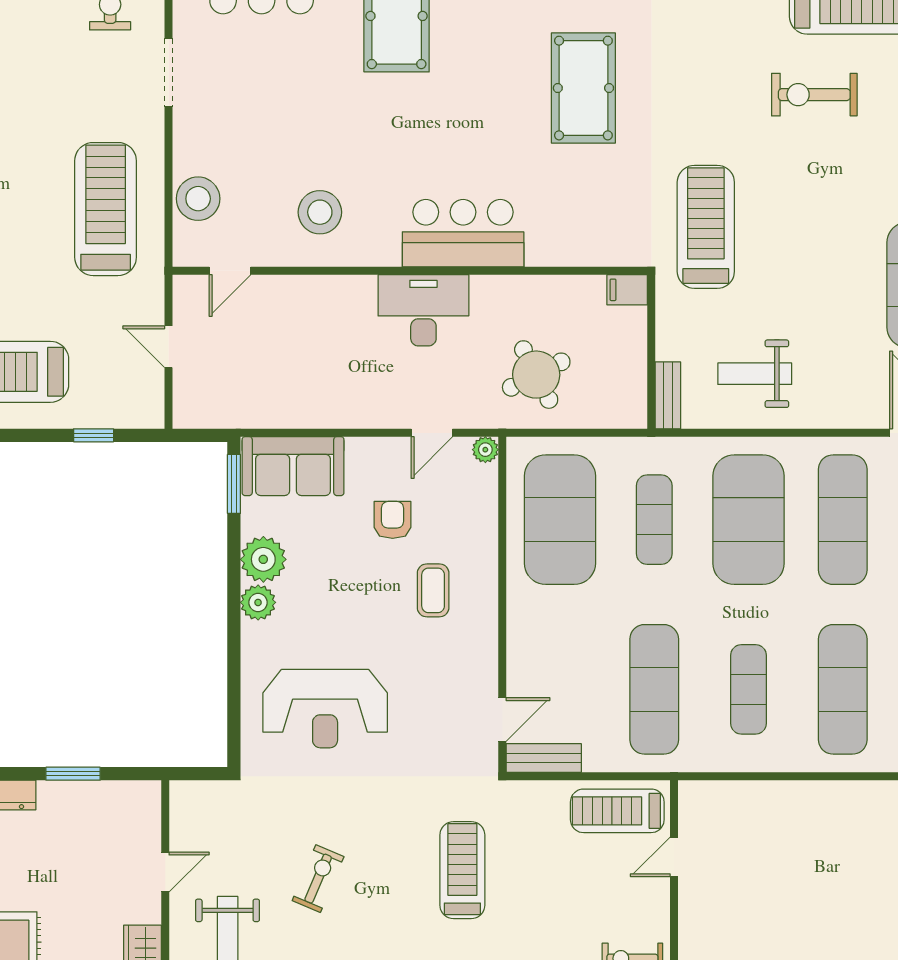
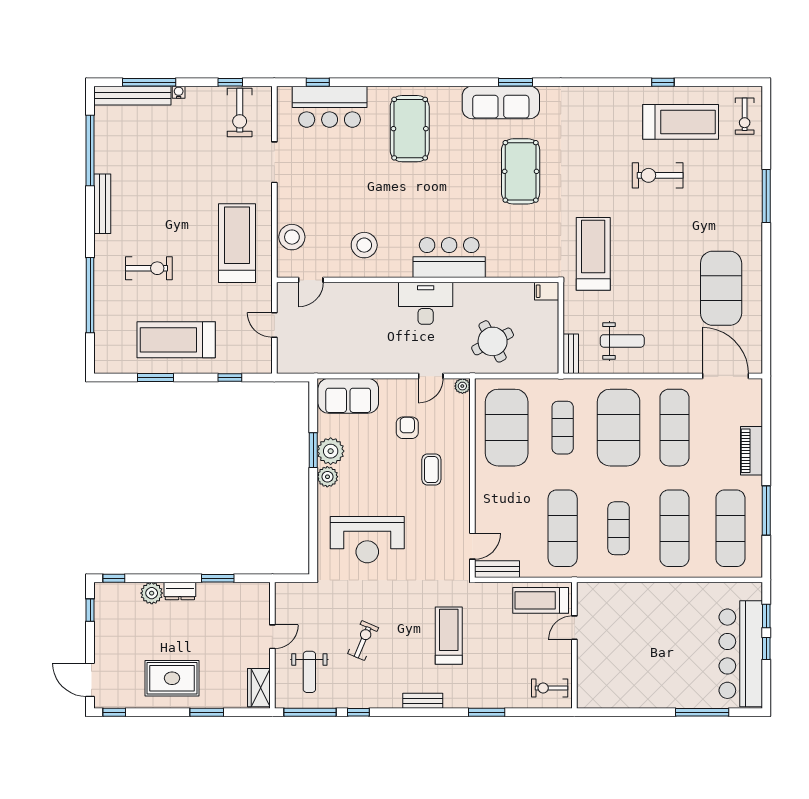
weight bench: (755, 374) -> (622, 341), turned 180
window: (234, 484) -> (313, 450), moved

